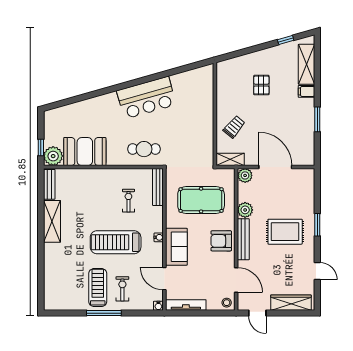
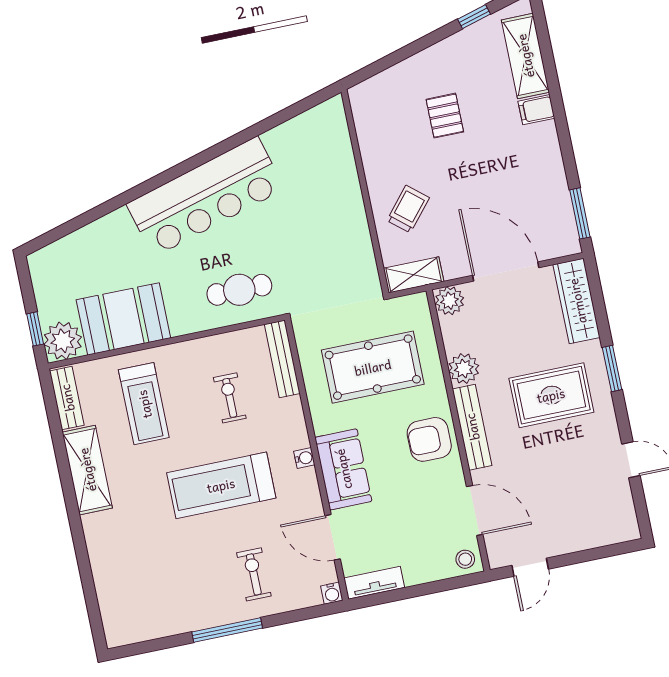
bar counter: (146, 98) -> (206, 196), width x1.36
window: (317, 119) -> (580, 213), moved
treadmill: (98, 288) -> (144, 404), moved, turned 180
wardrobe: (291, 303) -> (577, 301), moved, turned -90
tv unit: (186, 305) -> (374, 583), width x0.71
door: (257, 313) -> (530, 567), hinge flipped

